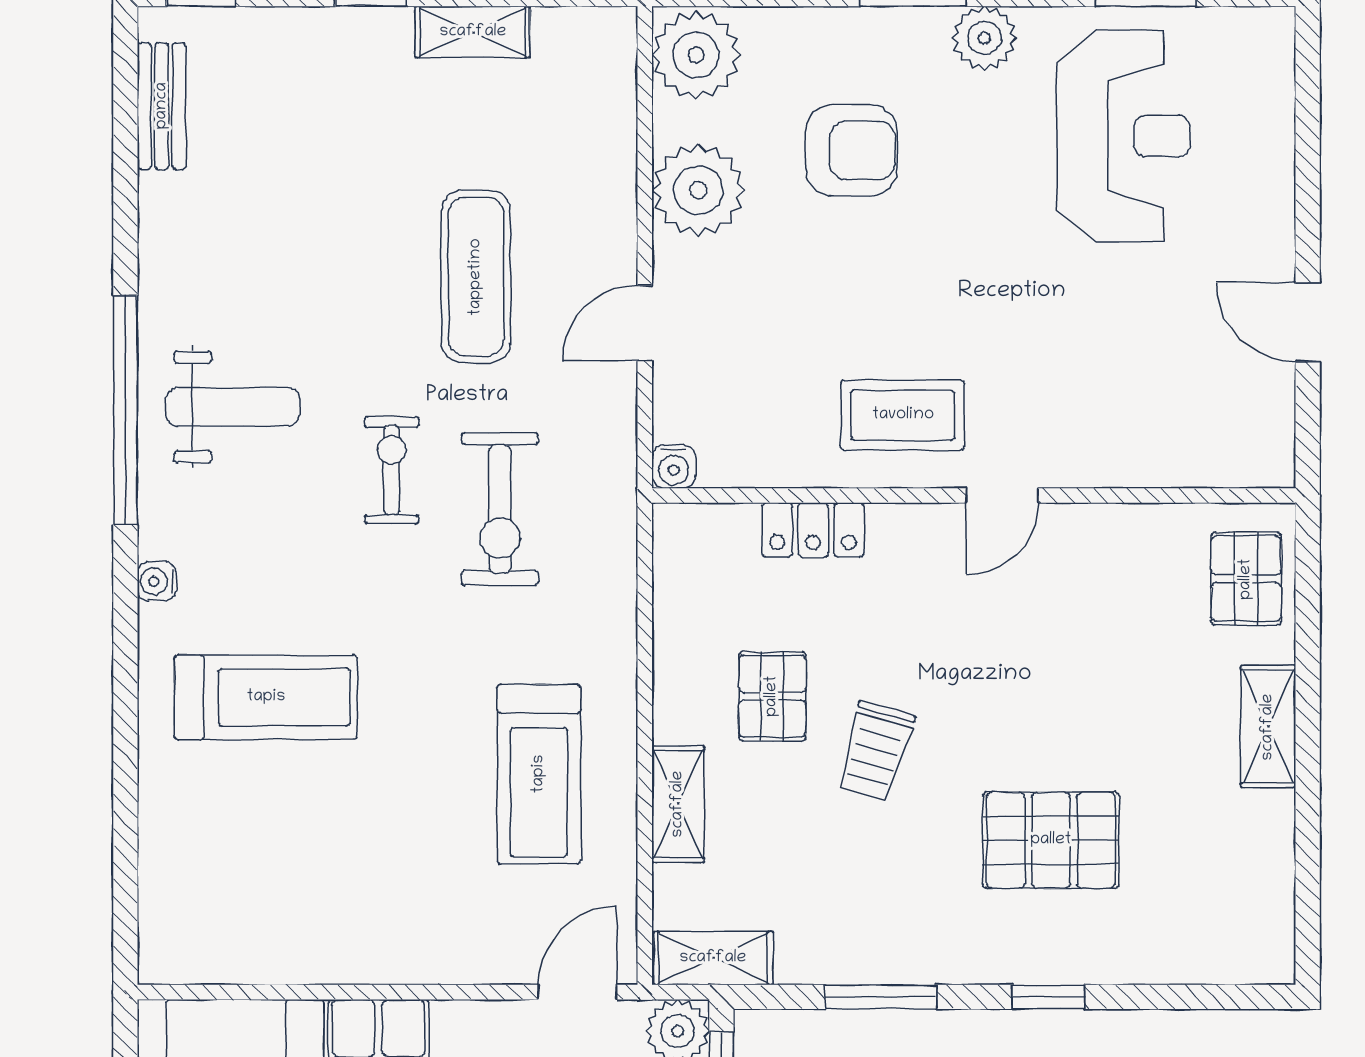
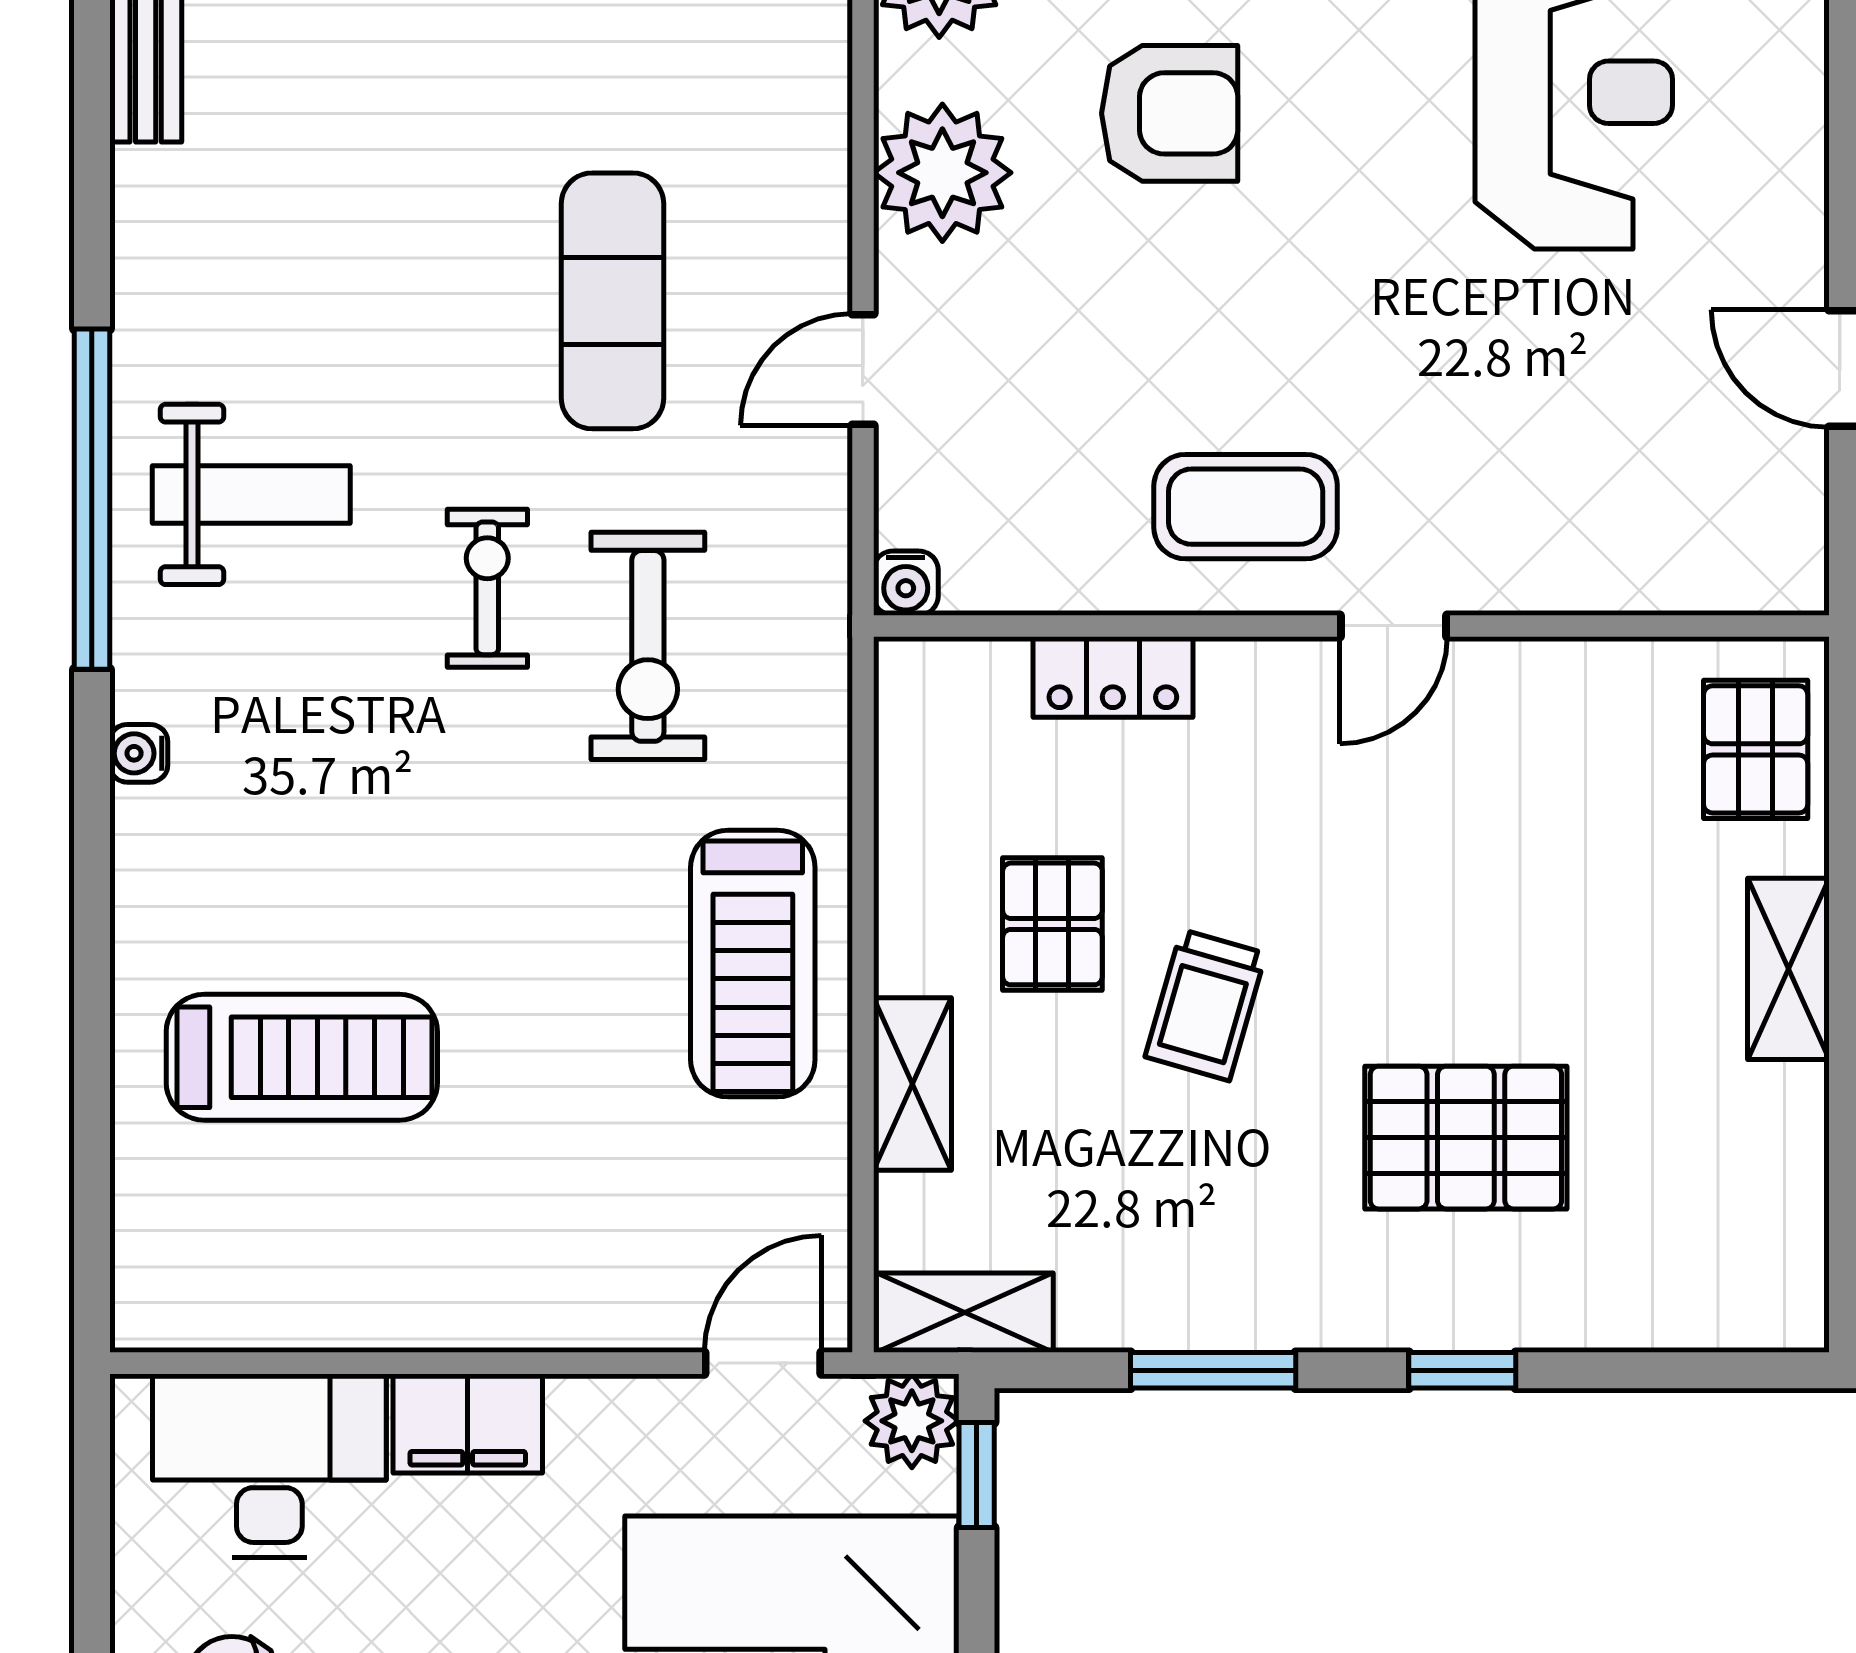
treadmill: (266, 697) -> (302, 1057), moved
treadmill: (539, 774) -> (753, 964), moved

